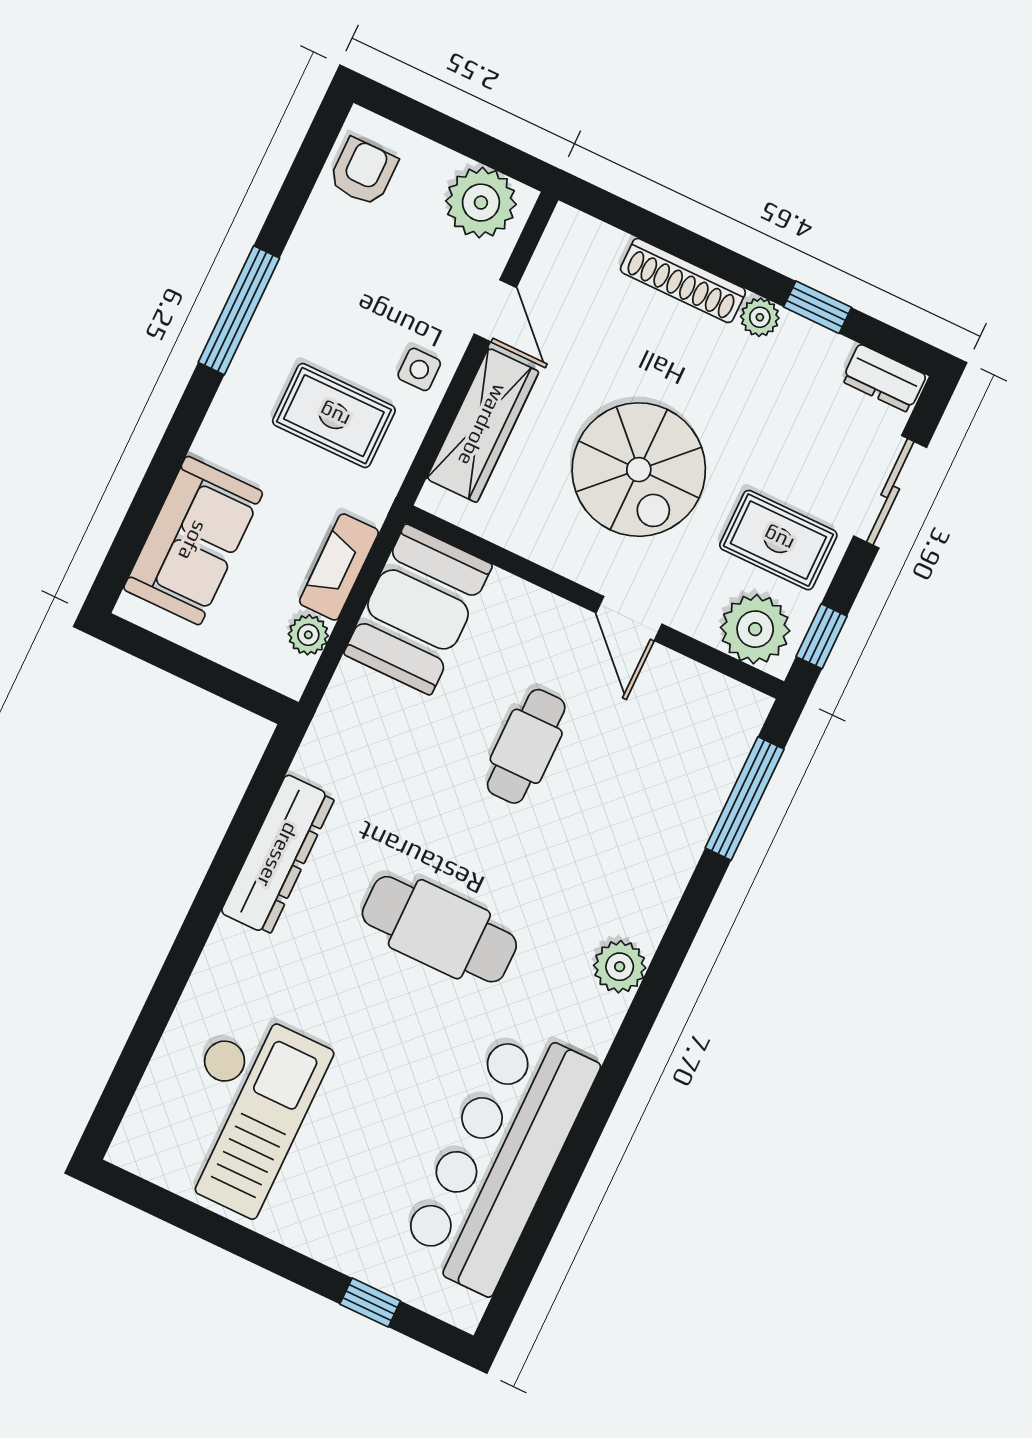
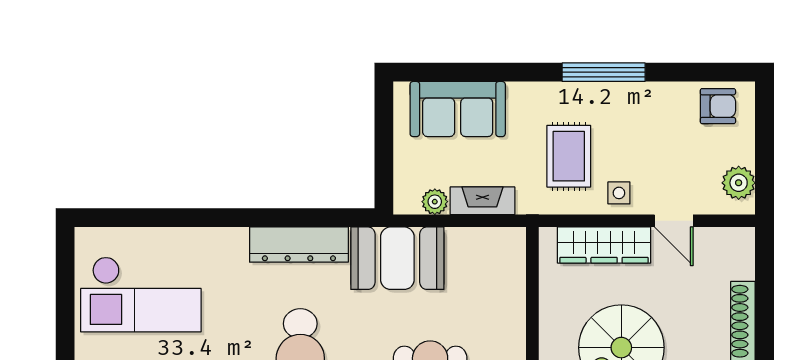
plant: (481, 203) -> (739, 183), width x0.73, depth x0.73
door: (495, 311) -> (674, 221), hinge flipped
booth: (418, 609) -> (397, 258), moved

